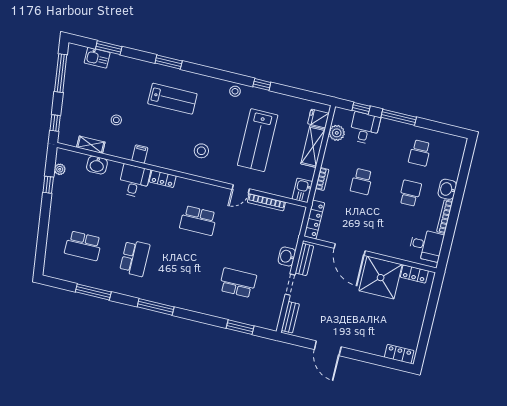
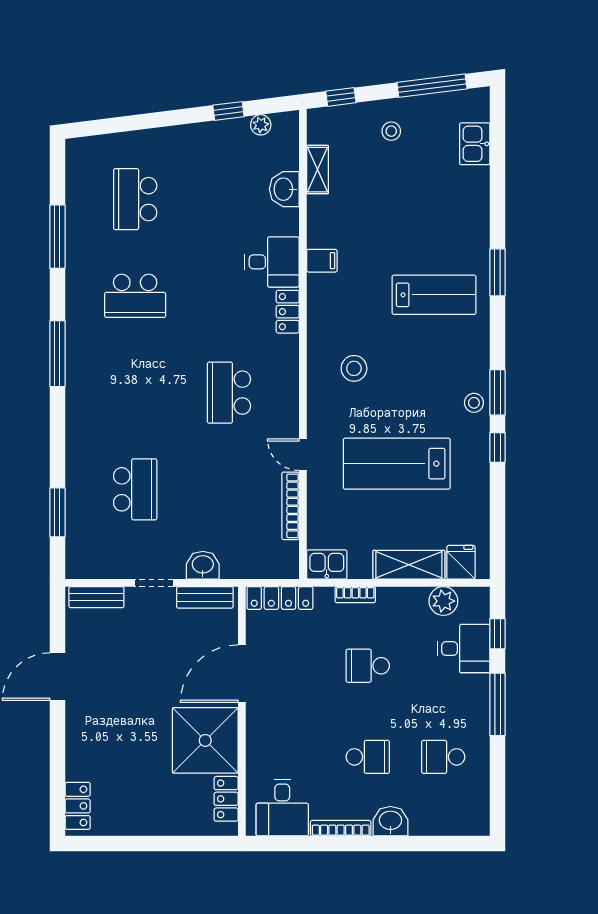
window: (109, 48) -> (497, 392), moved
lab bench: (172, 99) -> (434, 295), turned -90
stool: (116, 120) -> (391, 131), moved

